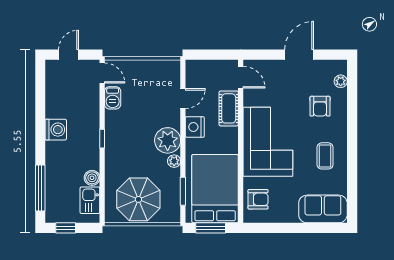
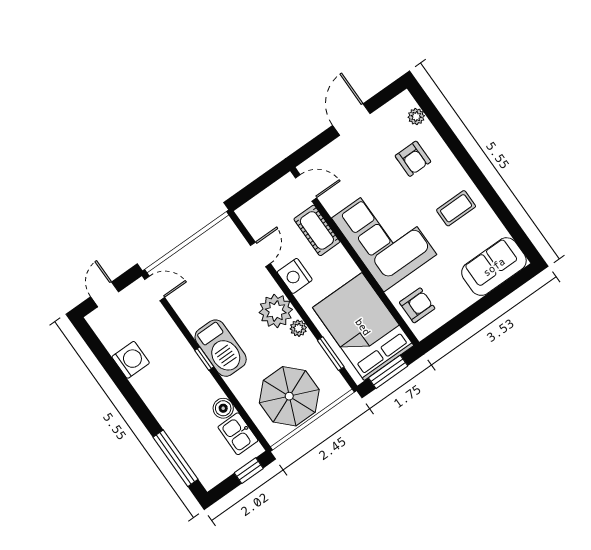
barbecue: (113, 98) -> (221, 348), moved, width x1.88, depth x1.53
washing machine: (56, 130) -> (131, 360), moved
coffee table: (325, 156) -> (456, 208), turned 90
window: (66, 228) -> (249, 471), moved

